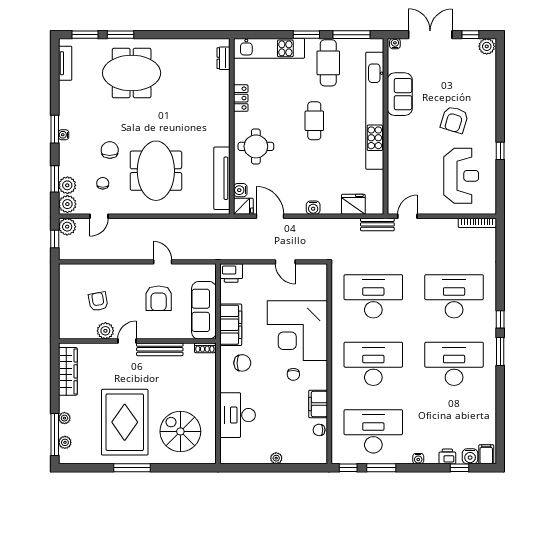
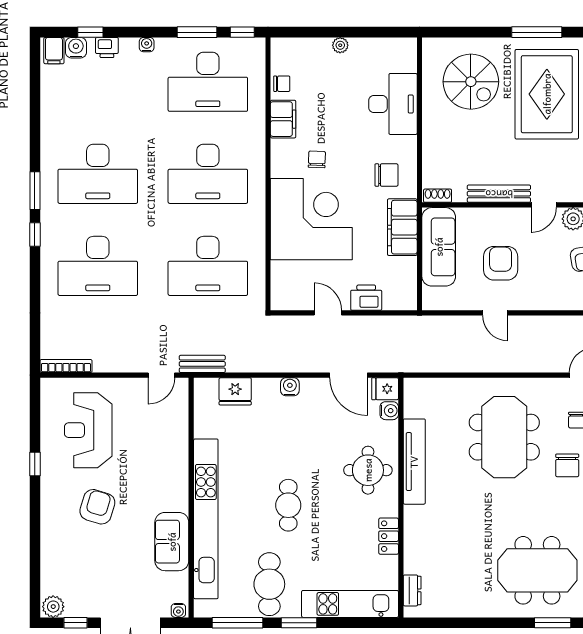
tv unit: (222, 178) -> (414, 462), moved
printer: (231, 273) -> (366, 298), moved
chair: (242, 363) -> (386, 175), turned 180

